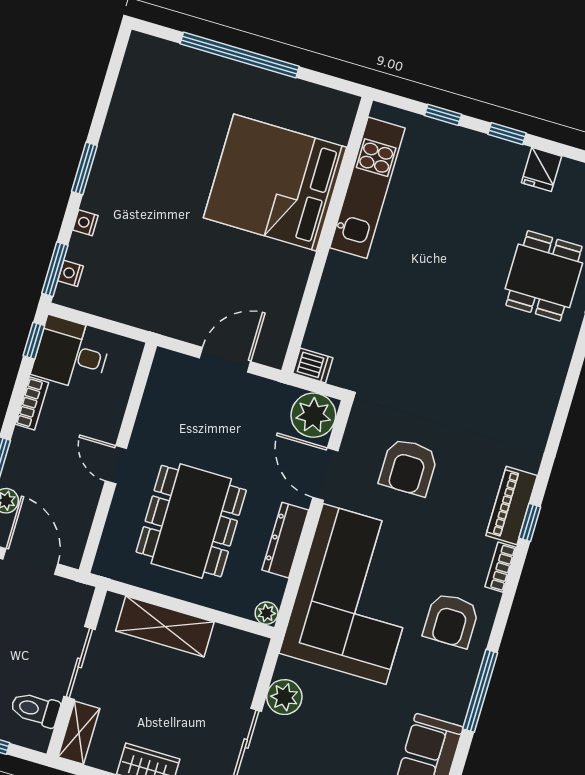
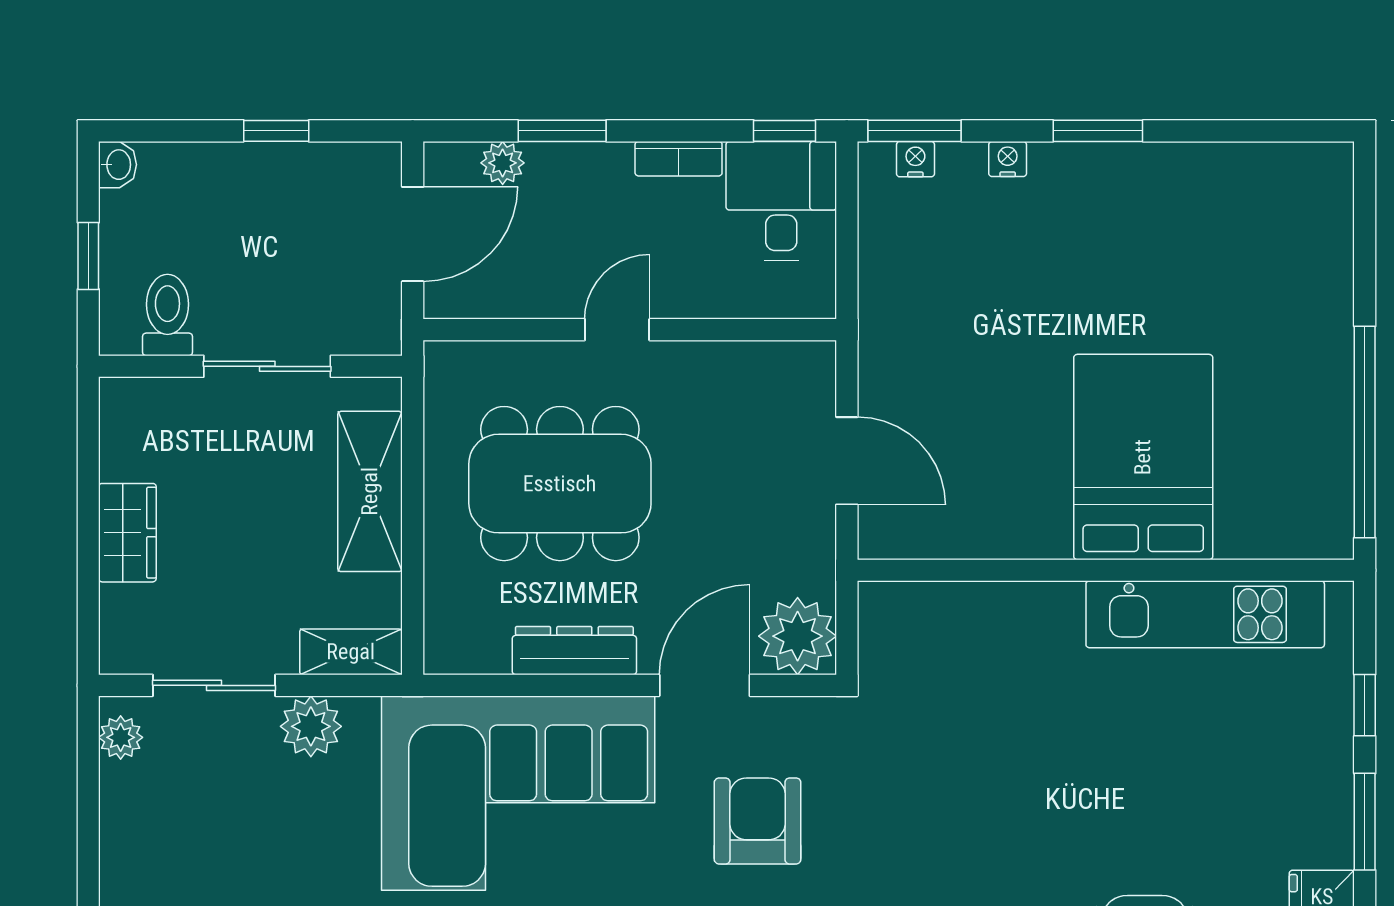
window: (240, 55) -> (1365, 432), moved
window: (507, 134) -> (1365, 822), width x1.50
bed: (275, 183) -> (1143, 457), width x0.73
dishwasher: (313, 366) -> (880, 611), removed
armchair: (408, 467) -> (758, 821), turned 90
plant: (267, 613) -> (443, 655), removed
shelving: (79, 733) -> (351, 652), moved

